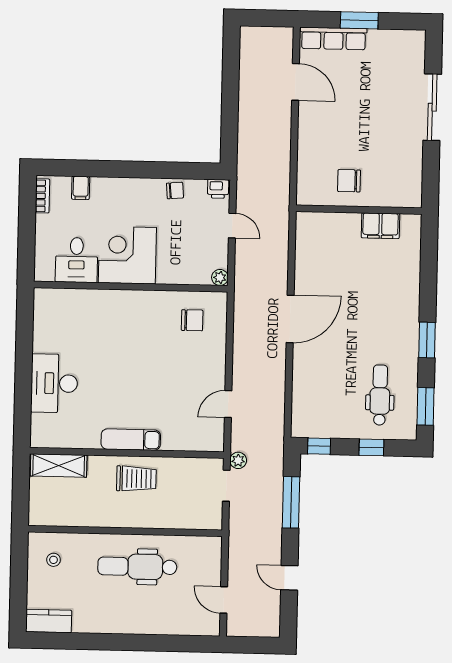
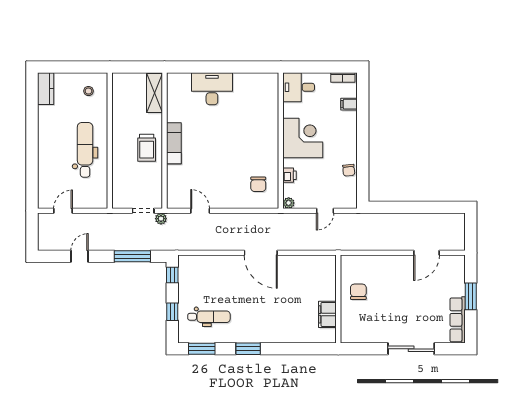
row of seats: (334, 39) -> (458, 320), moved
printer: (218, 189) -> (289, 175), moved, turned 180
desk: (77, 260) -> (299, 87), moved

